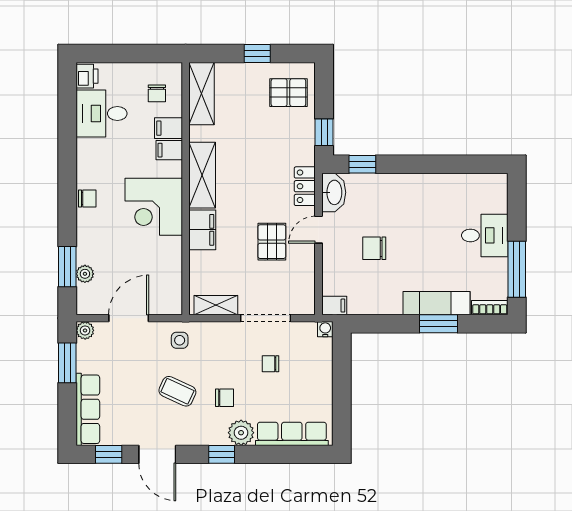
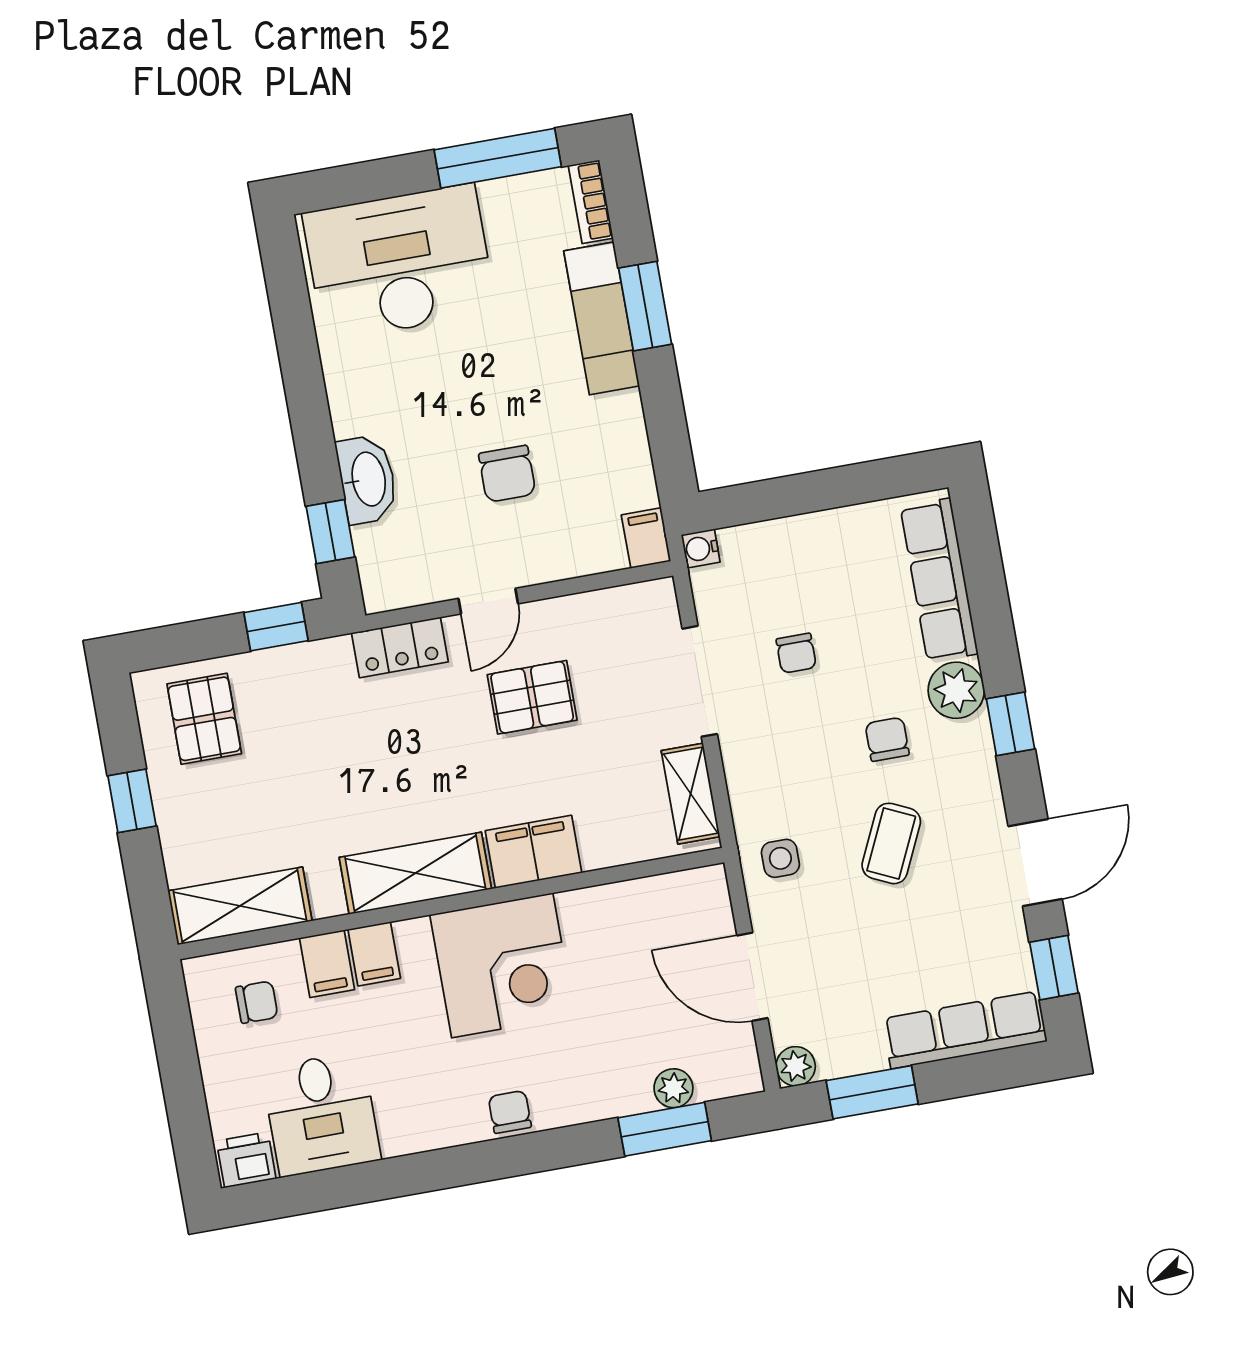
washbasin: (334, 192) -> (367, 479), moved, turned 90
door: (319, 230) -> (488, 601), hinge flipped
desk: (485, 235) -> (399, 262), width x1.87, depth x1.30

